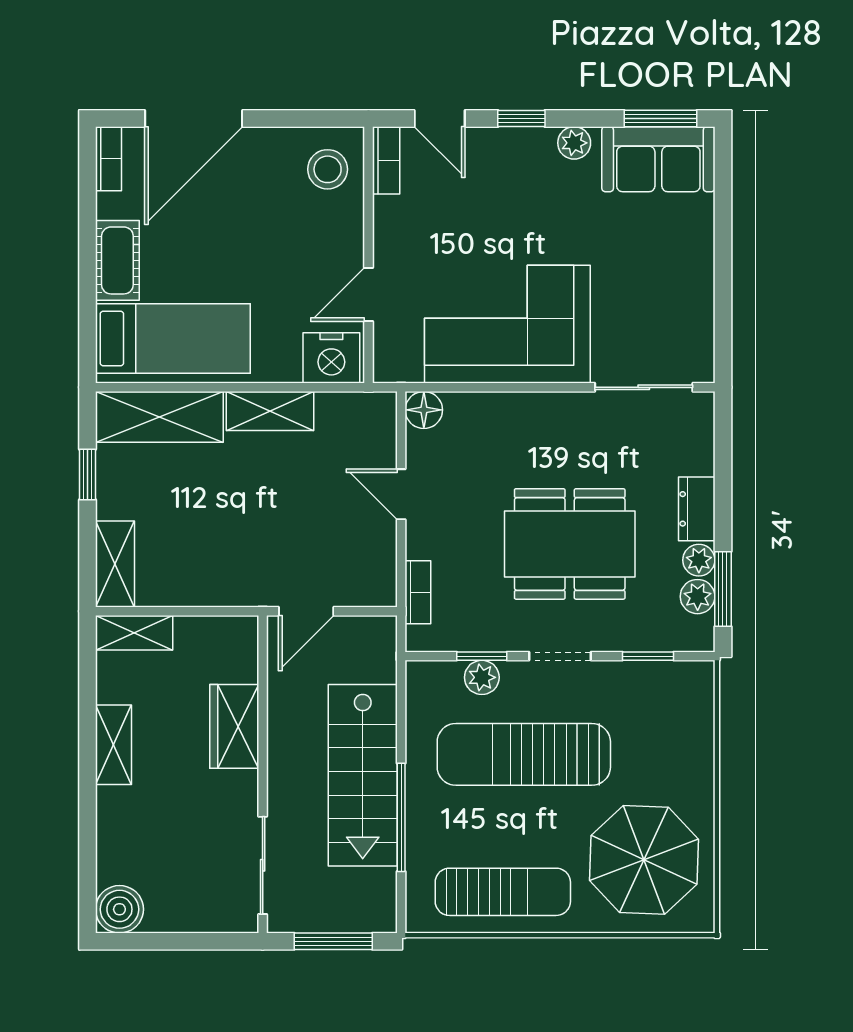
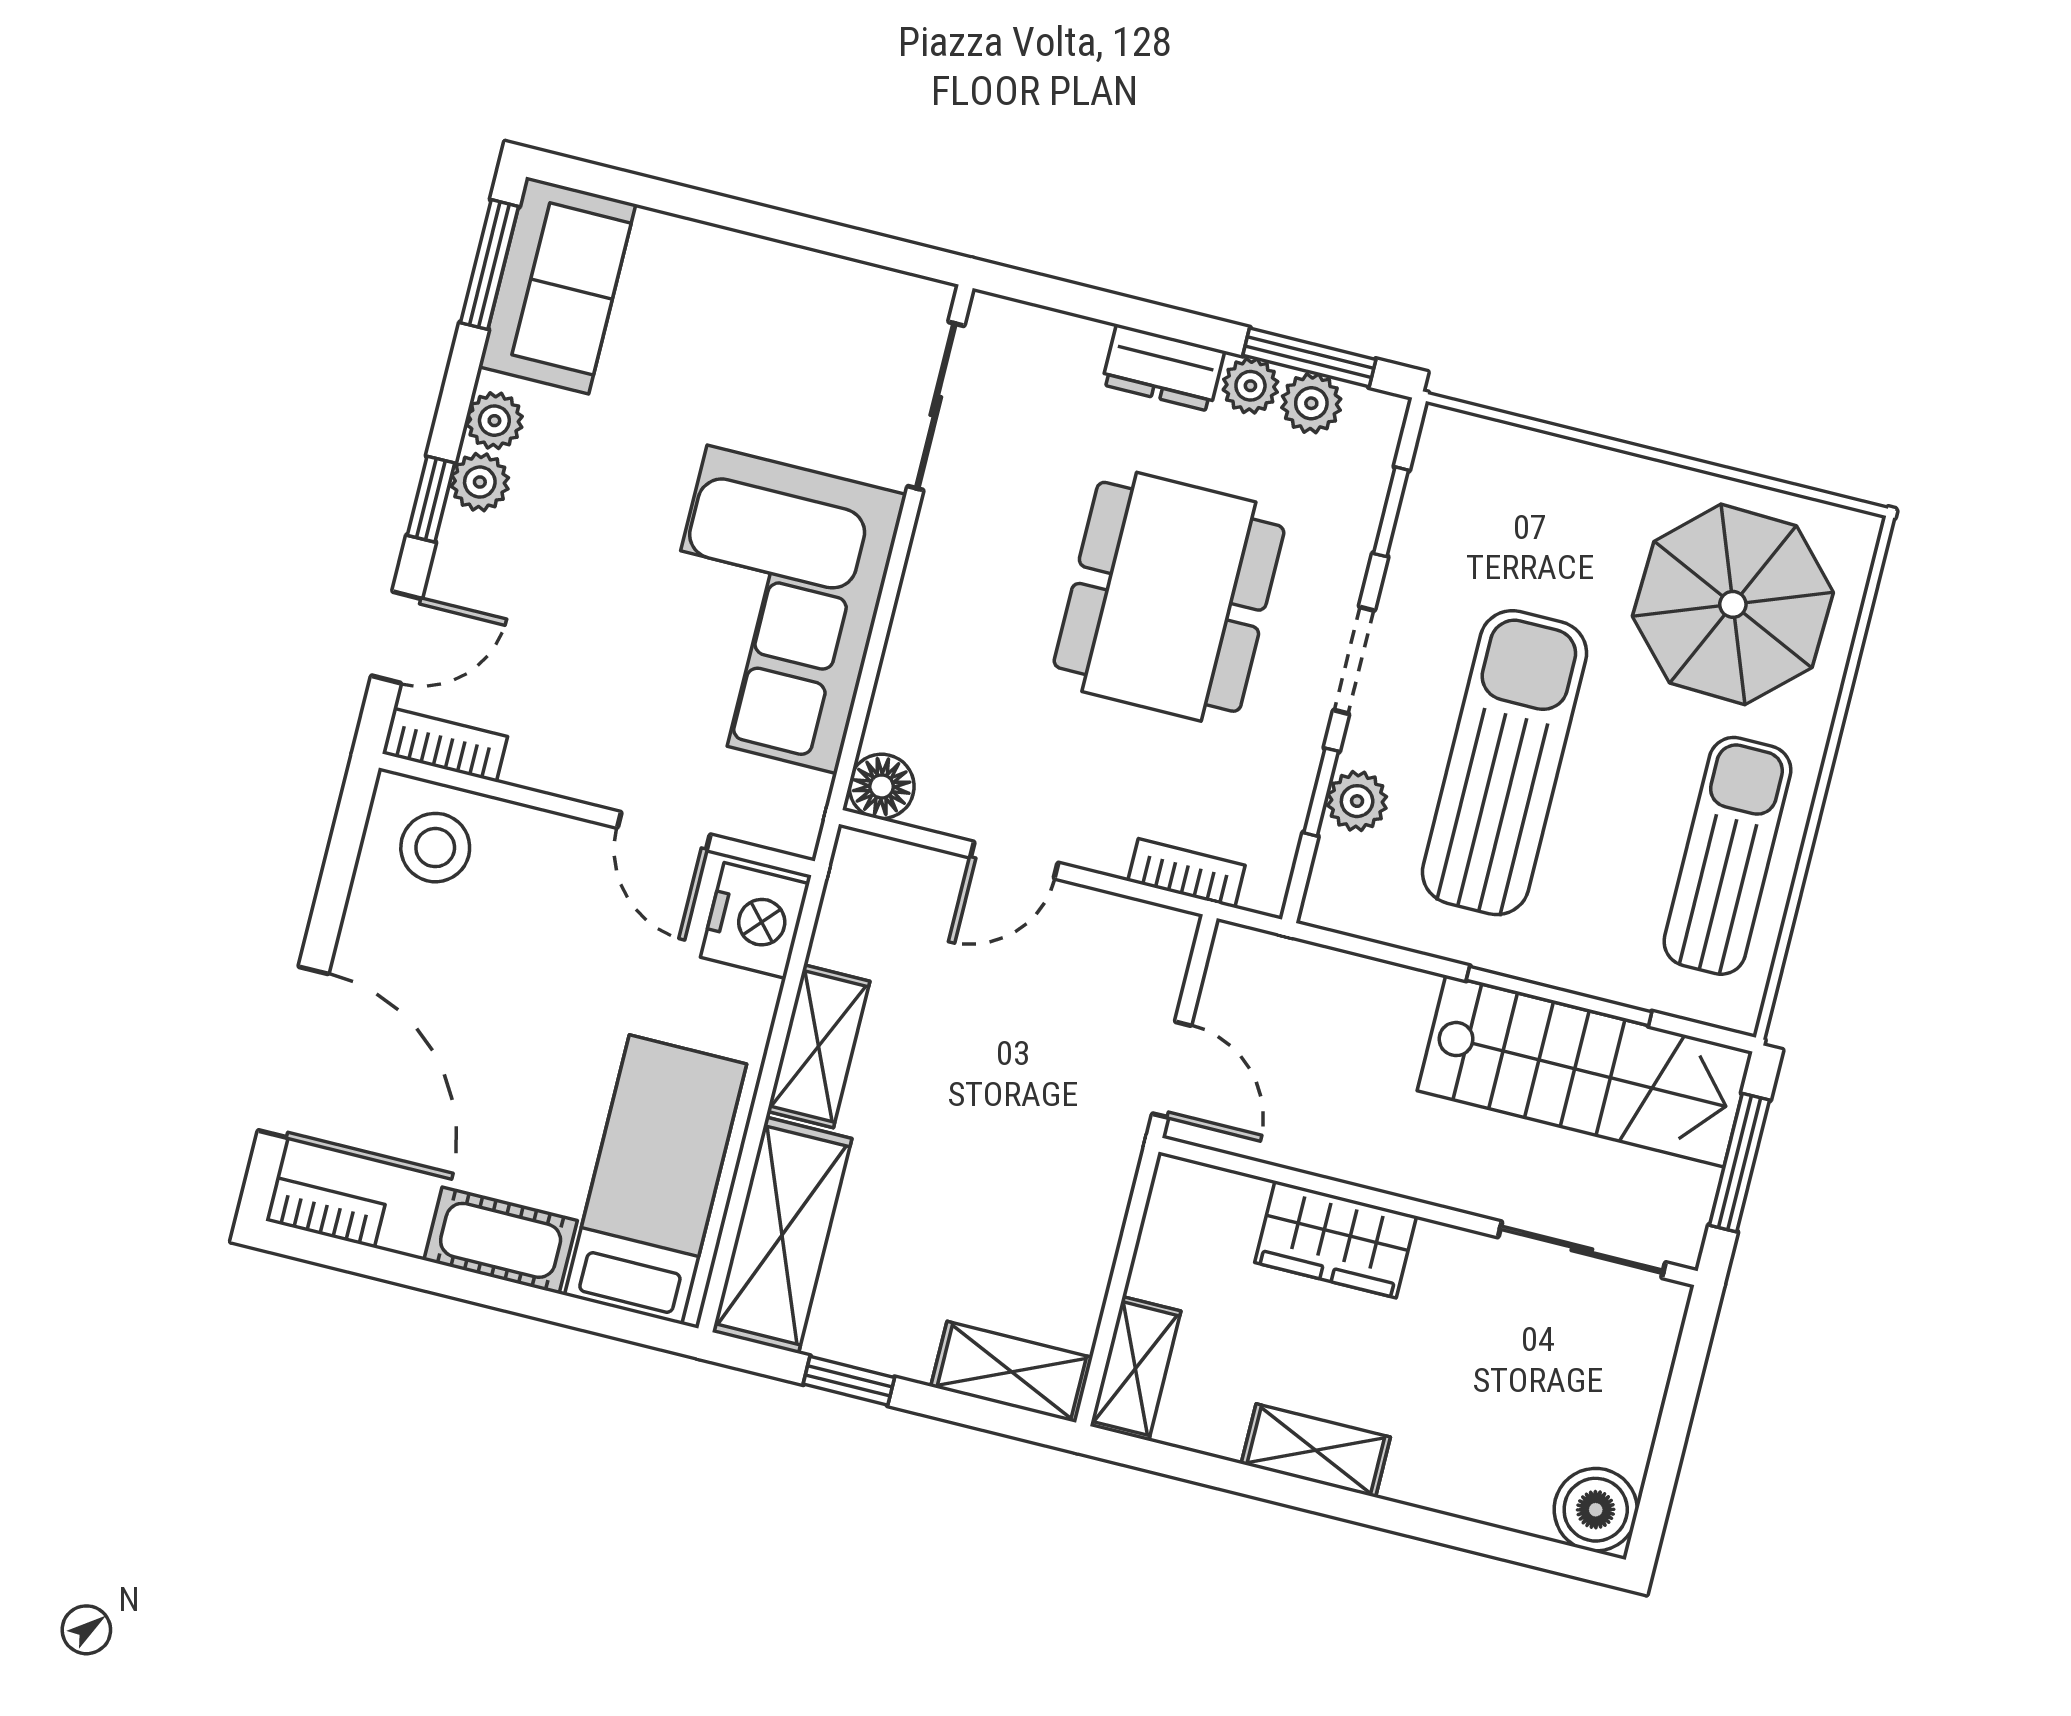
plant: (538, 143) -> (480, 482), added
sun lounger: (524, 754) -> (1505, 763), turned 180
stairs: (363, 775) -> (1585, 1071), moved

